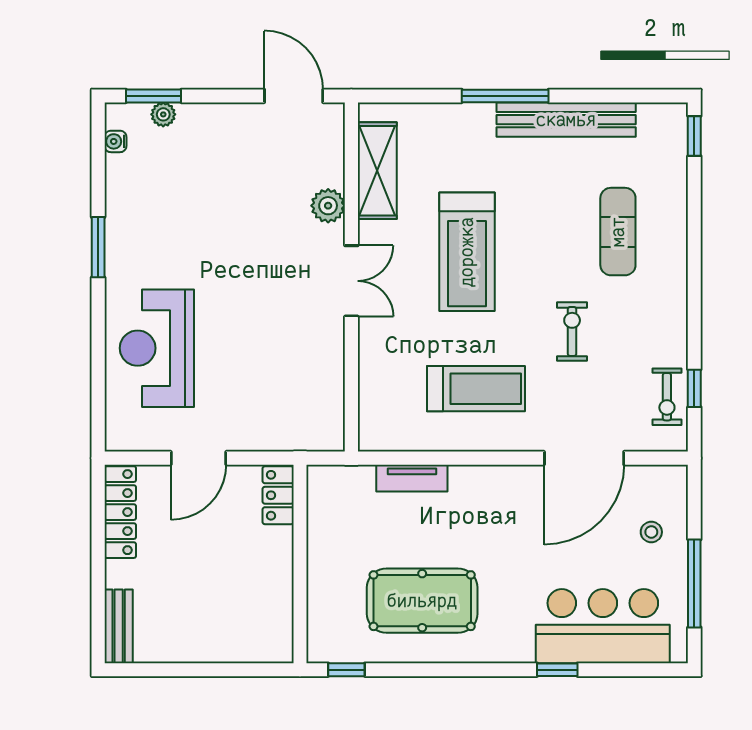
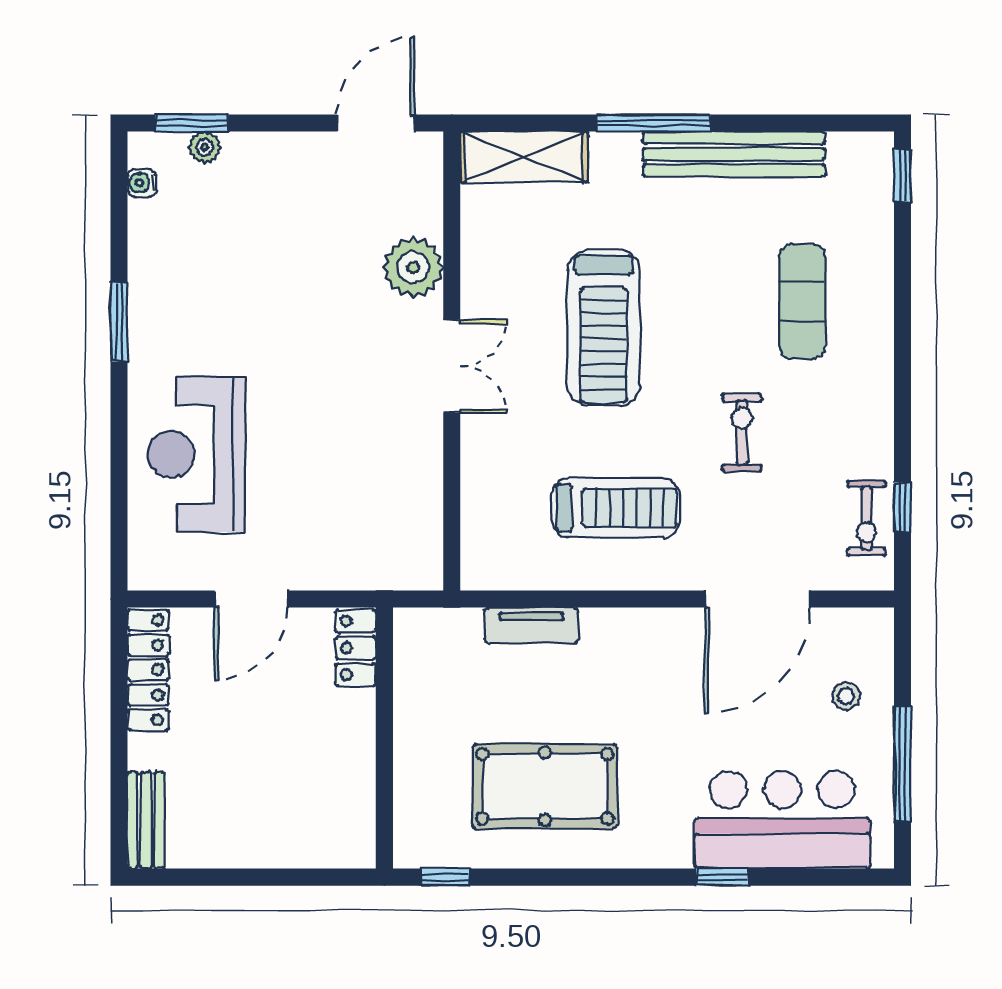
door: (294, 96) -> (376, 123), hinge flipped
shelving: (377, 171) -> (524, 157), moved, turned 90
plant: (328, 206) -> (413, 267), width x1.36, depth x1.36

